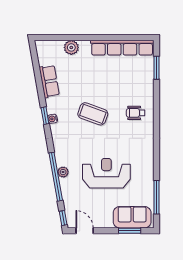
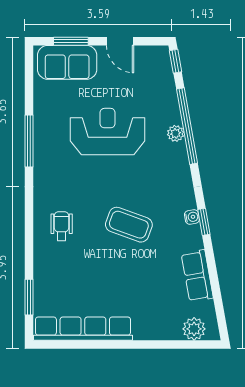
plant: (71, 47) -> (194, 329), moved
wheelchair: (136, 113) -> (62, 226), turned -90
reception desk: (106, 173) -> (108, 132), turned 180
window: (156, 197) -> (29, 141), moved
door: (85, 231) -> (120, 41), moved

